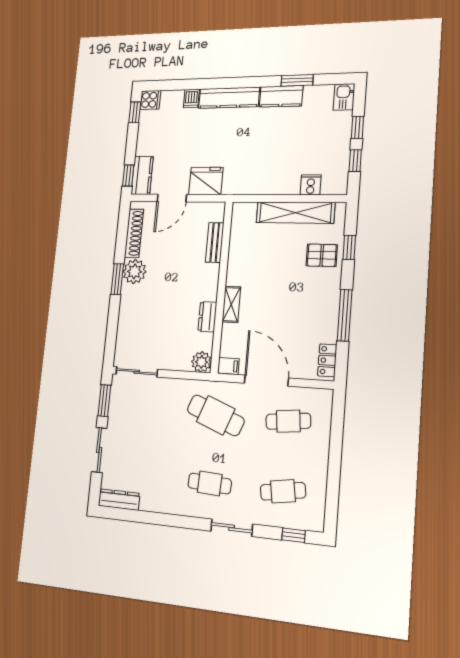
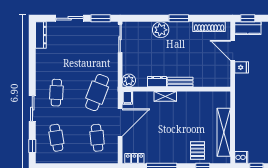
fridge: (206, 181) -> (242, 67), width x0.53, depth x0.75
cooker: (311, 185) -> (241, 157), moved
bench: (215, 242) -> (180, 82), moved
plant: (134, 272) -> (161, 30), moved

